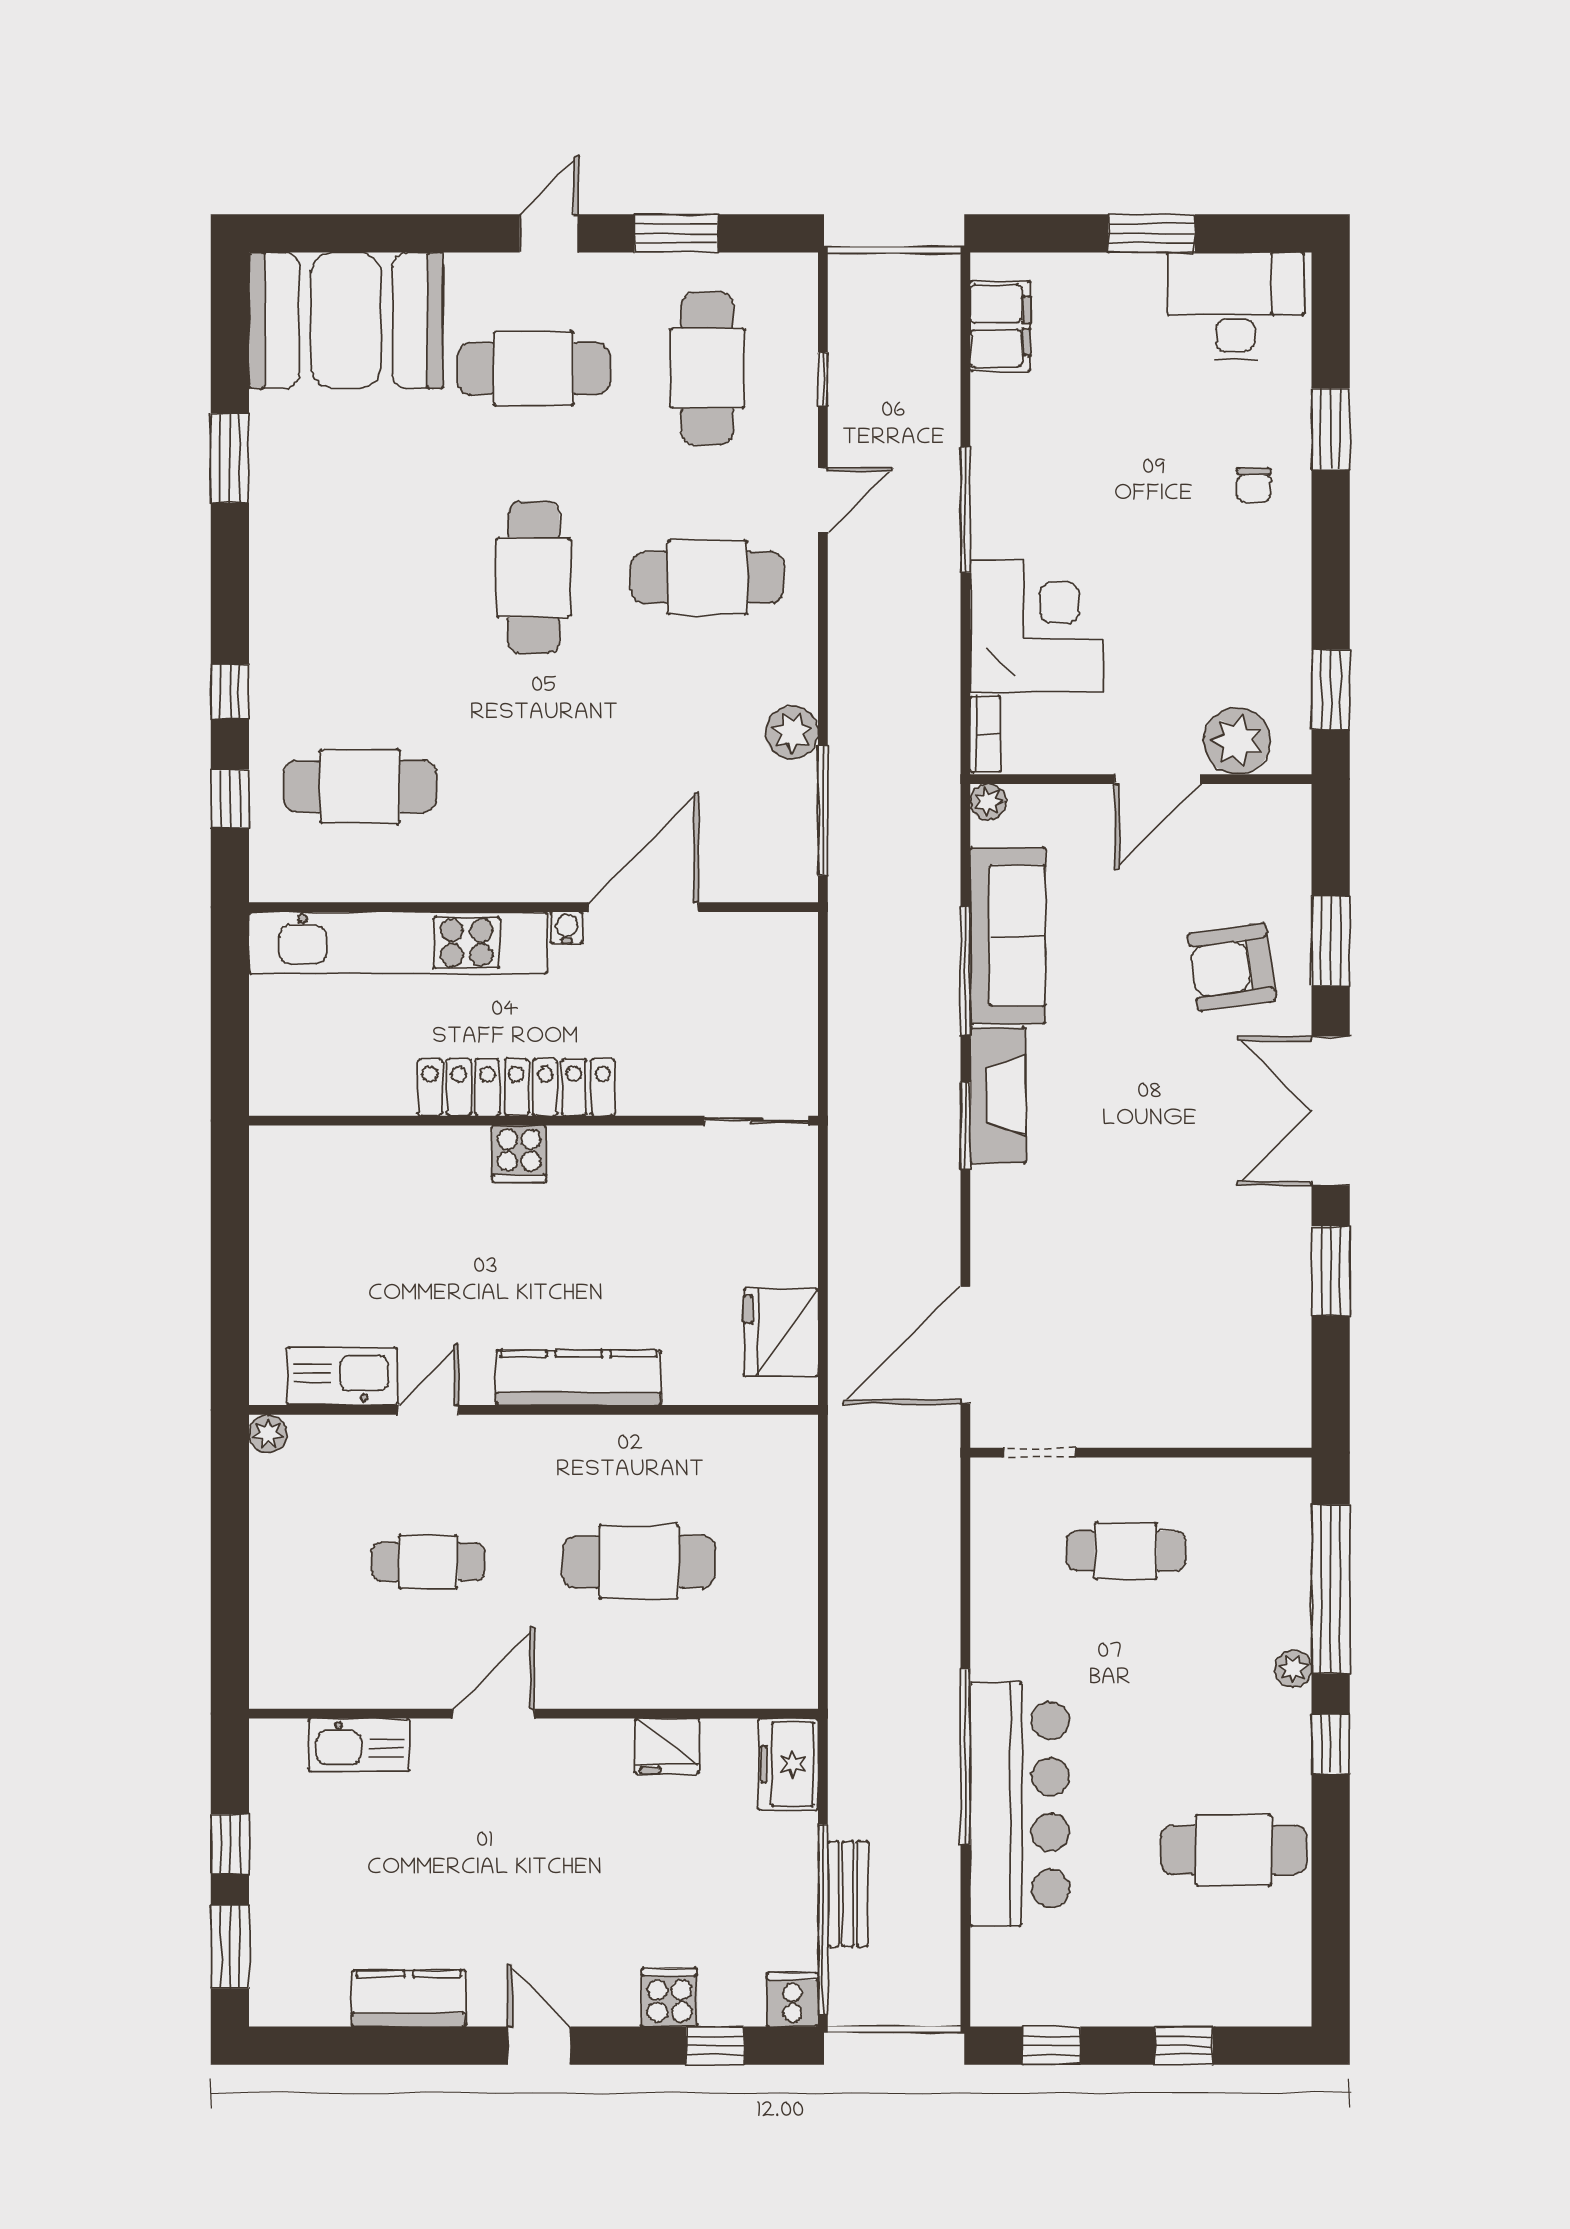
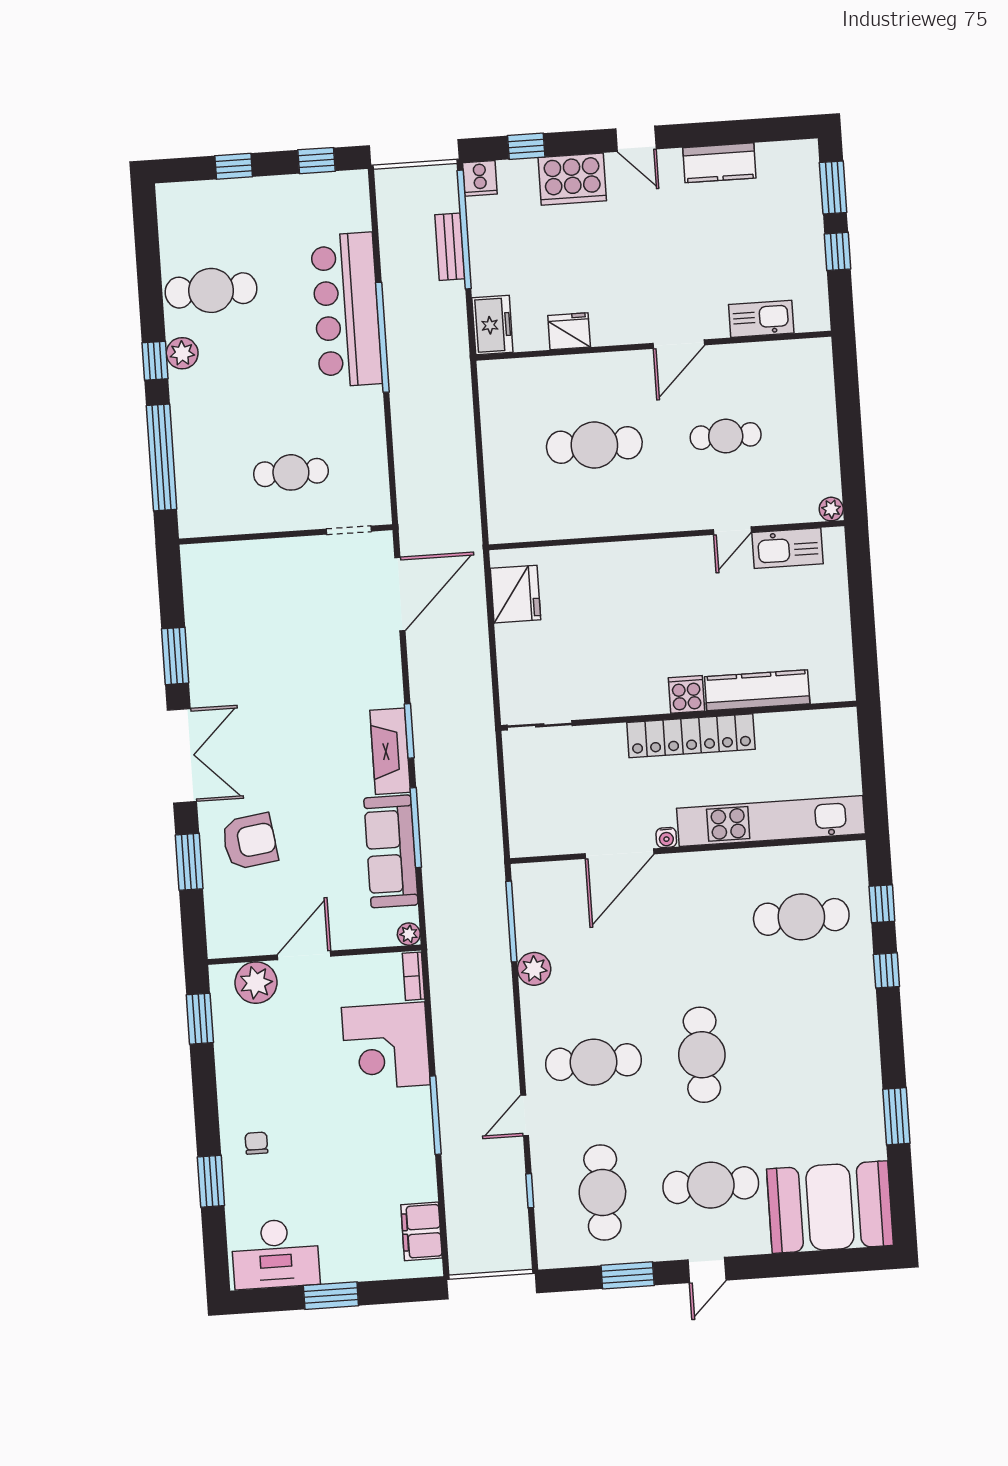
kitchen counter: (579, 1378) -> (757, 690), moved, turned 180
plant: (1293, 1669) -> (182, 353), moved, width x1.38, depth x1.38
cooker: (669, 1997) -> (572, 179), width x1.87, depth x1.31

